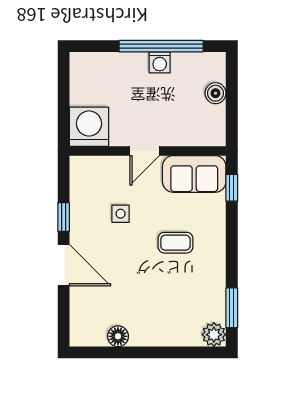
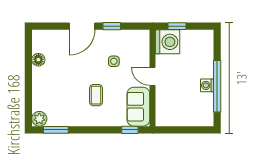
boiler: (215, 93) -> (188, 120), removed
window: (64, 111) -> (177, 26), added

